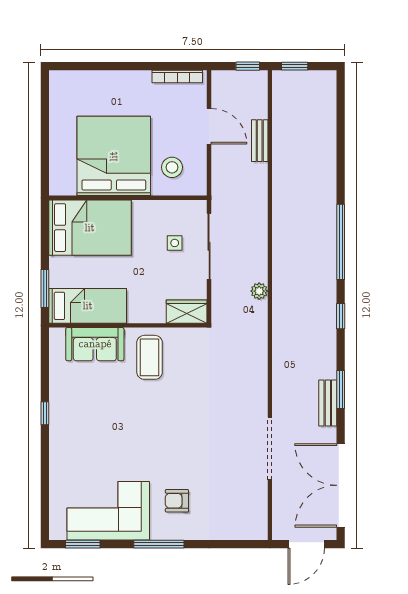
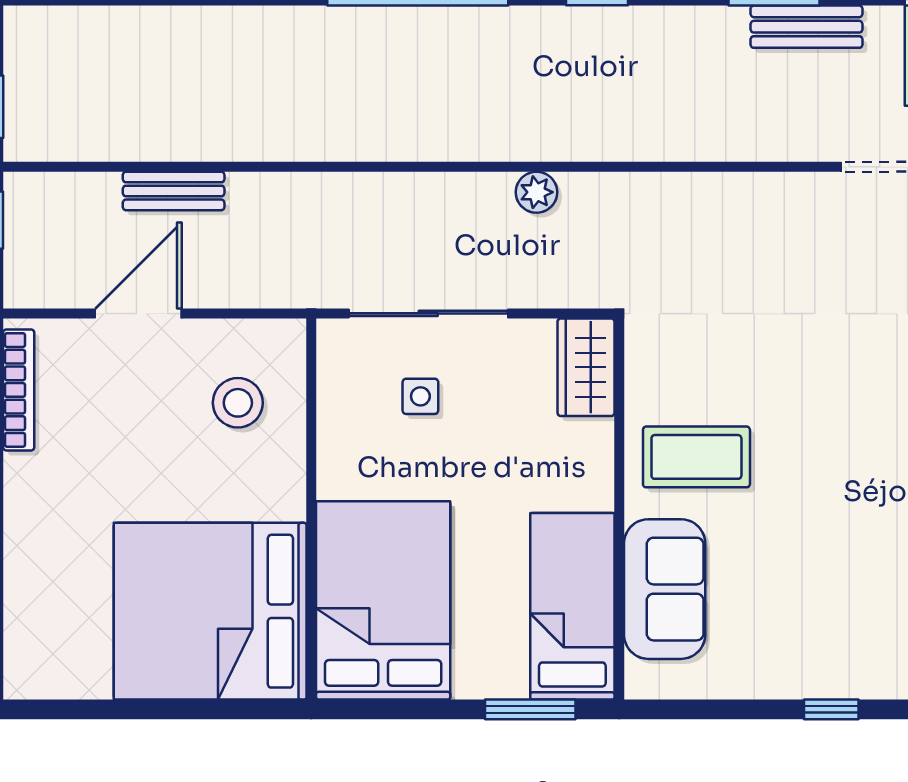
bed: (114, 156) -> (210, 611), moved

